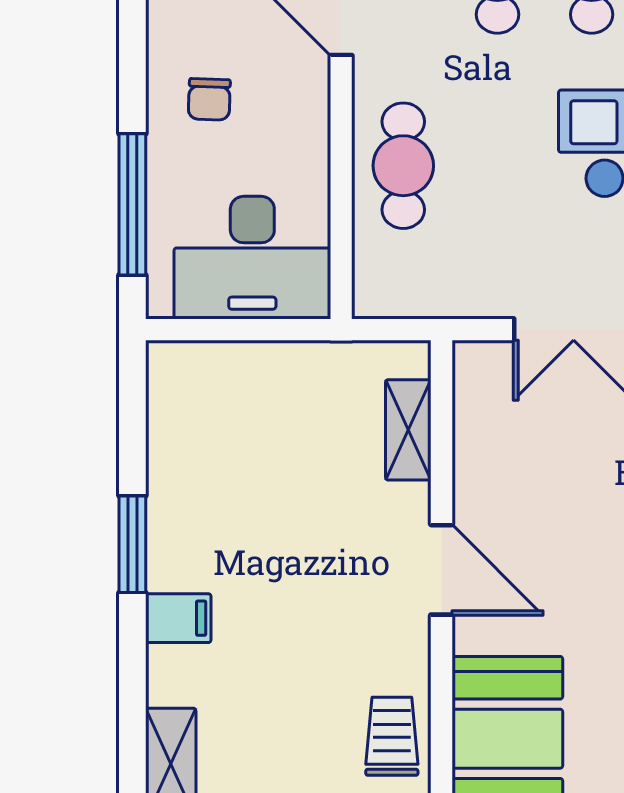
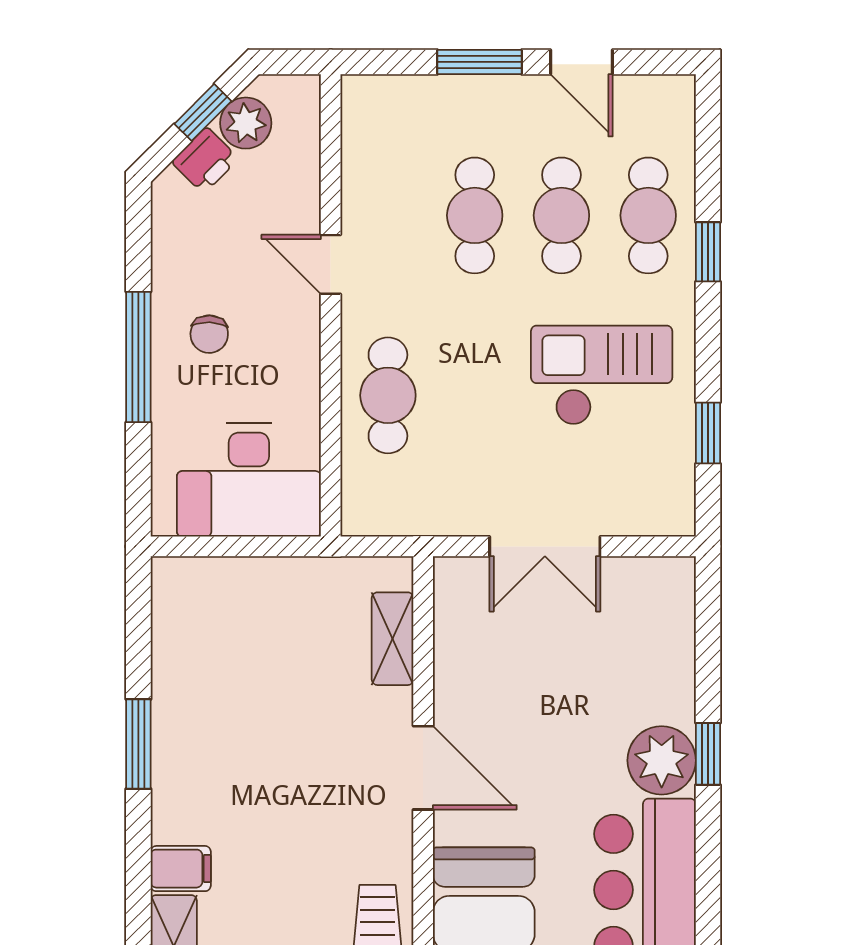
window: (132, 204) -> (138, 357), moved
filing cabinet: (178, 618) -> (181, 869), moved

